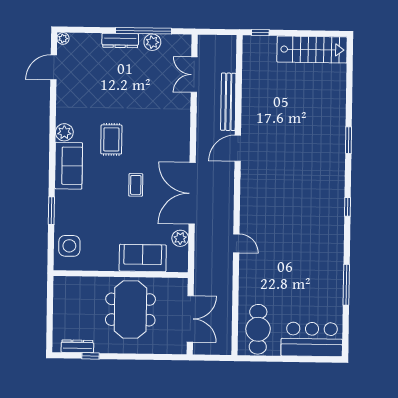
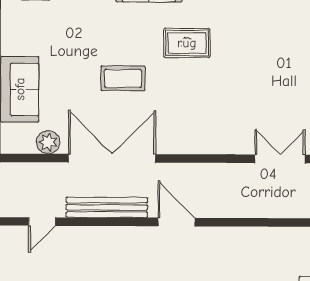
bench: (228, 102) -> (107, 207), moved
coffee table: (136, 185) -> (123, 78), width x1.36, depth x1.30

